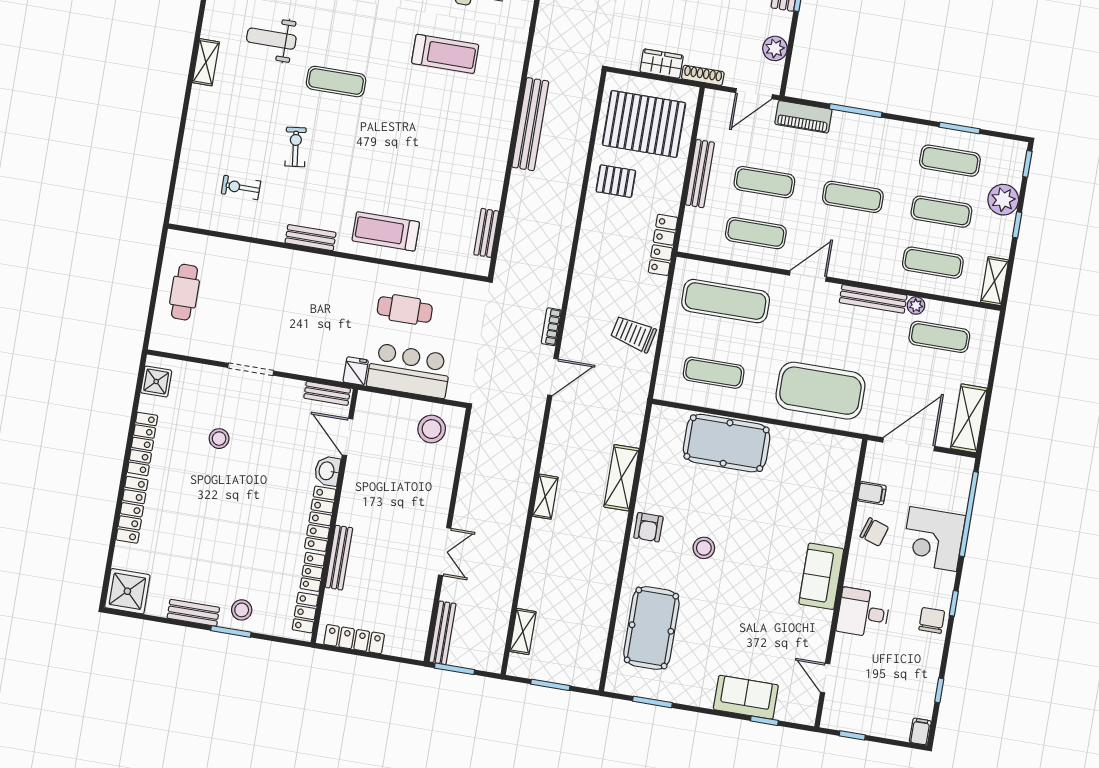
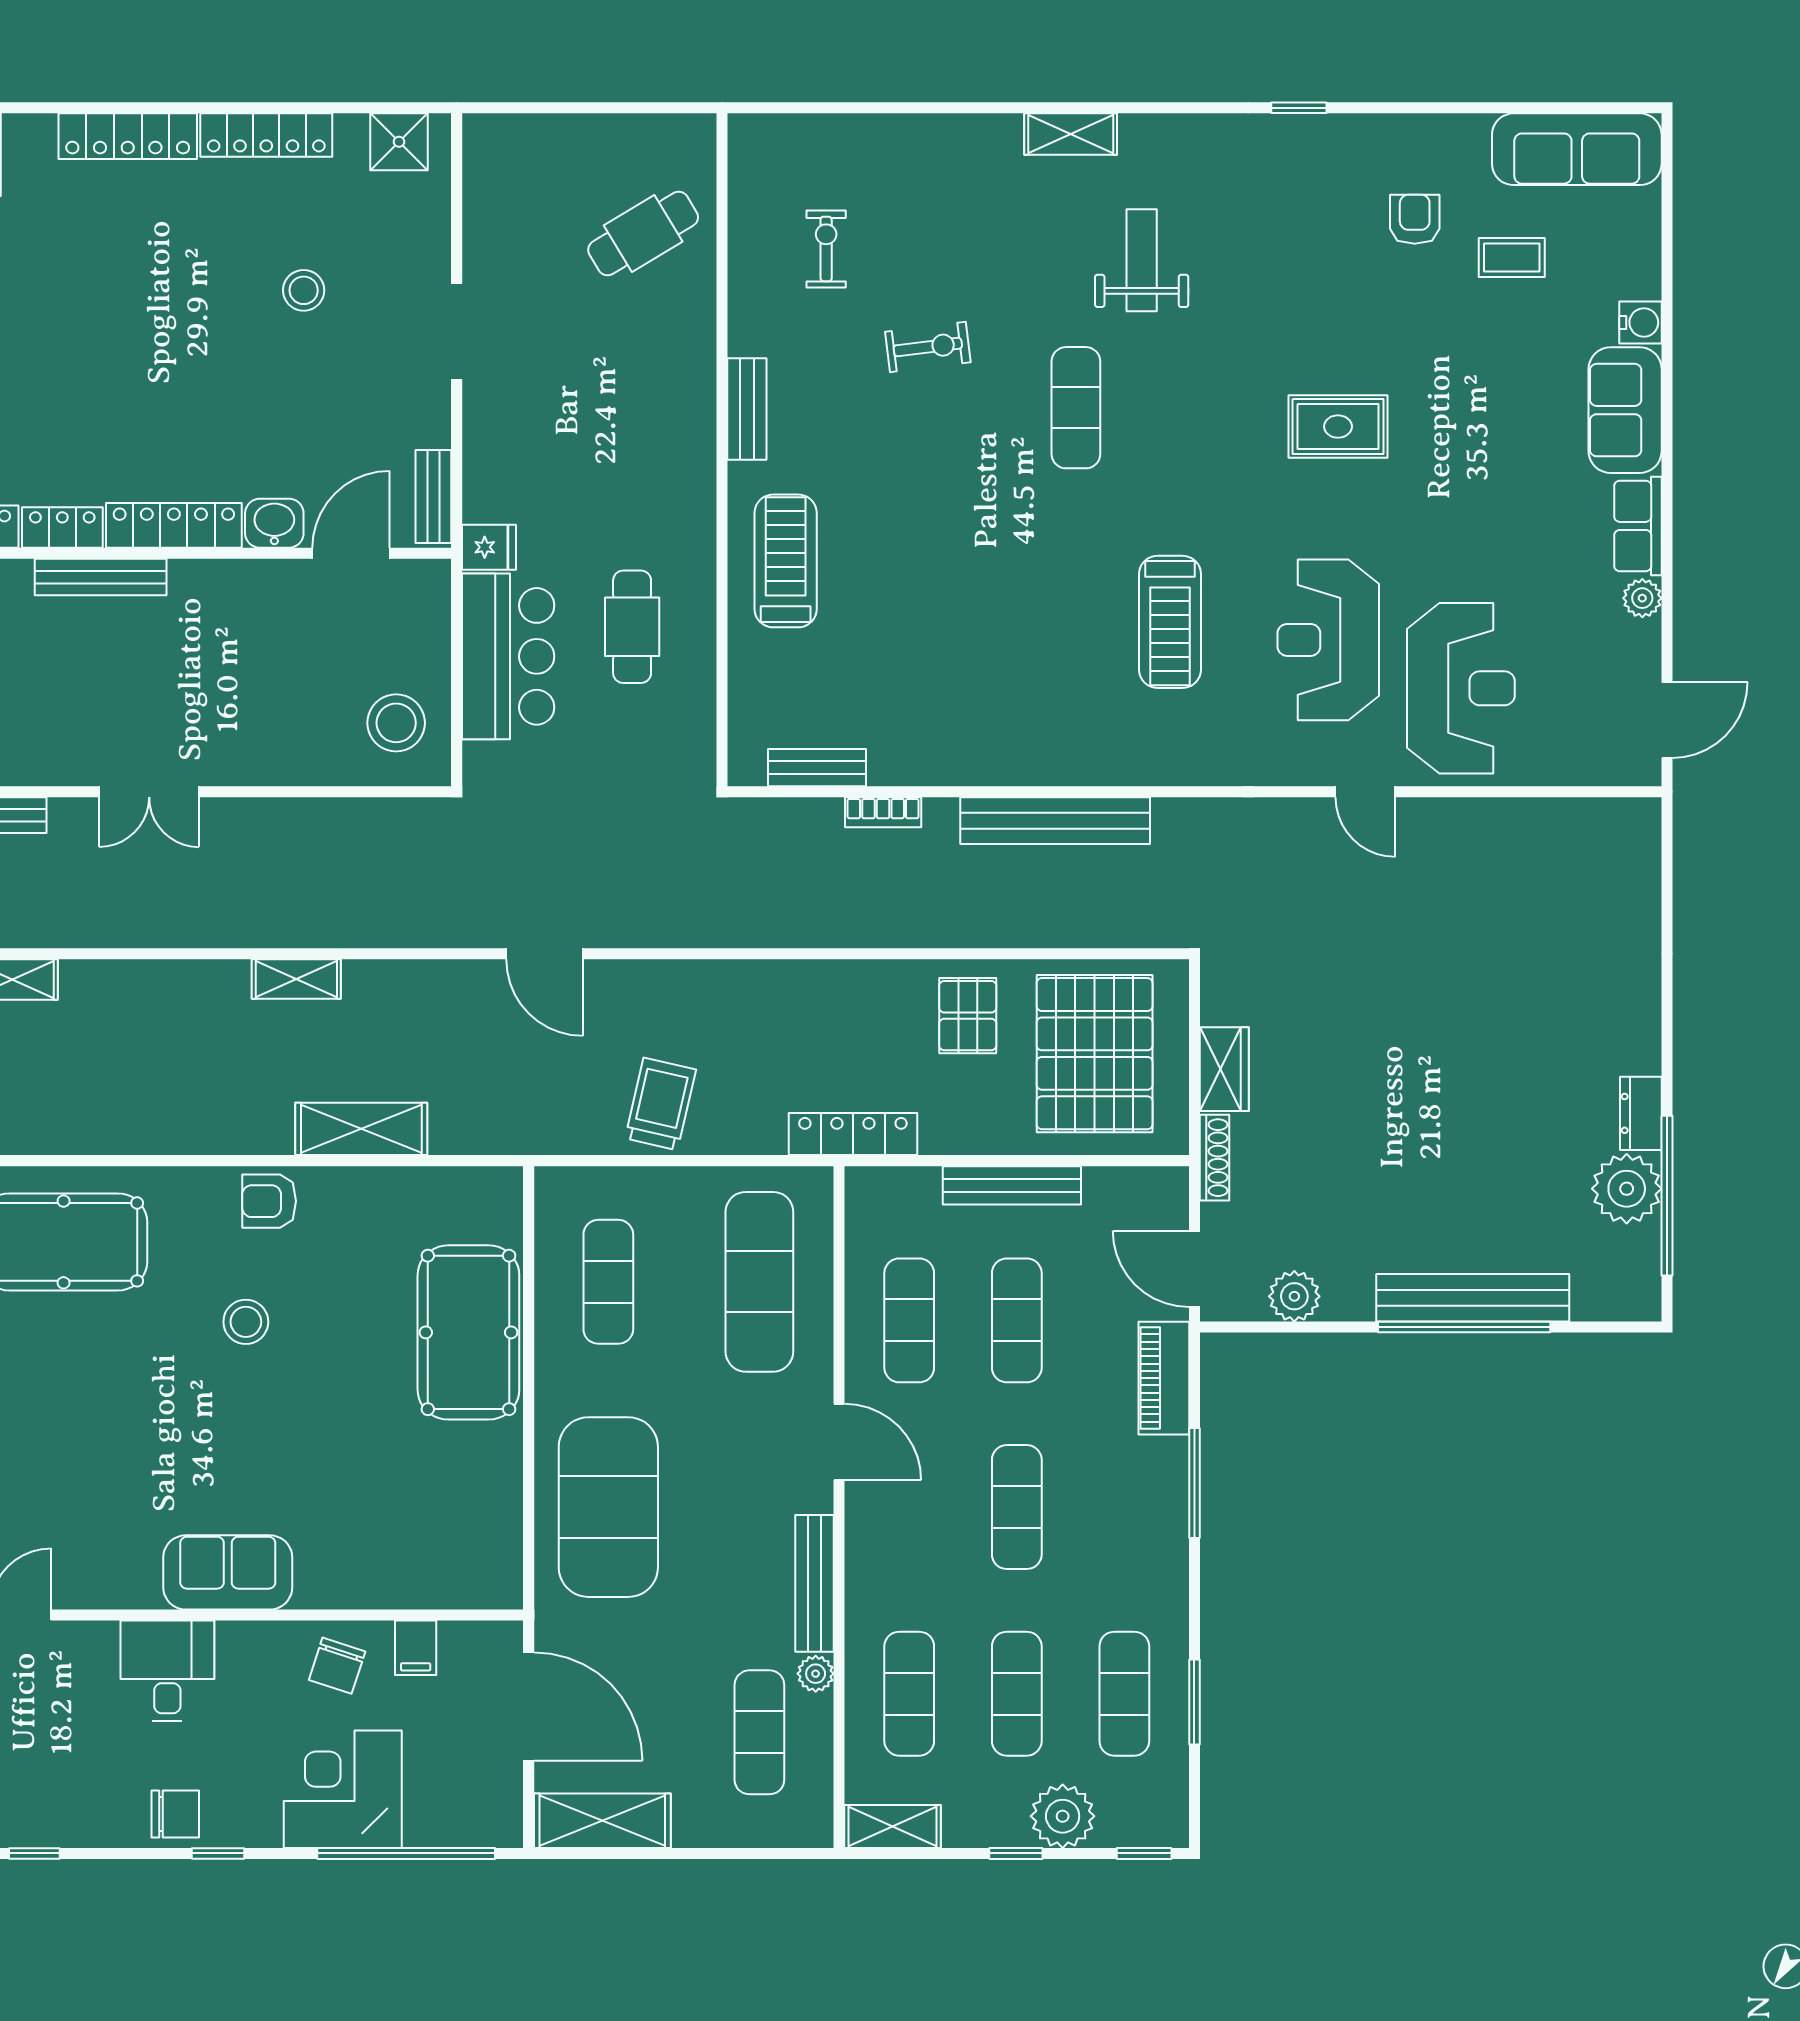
cafe table: (184, 292) -> (643, 234), moved, turned -31
bookcase: (551, 327) -> (883, 812), moved, turned 180

